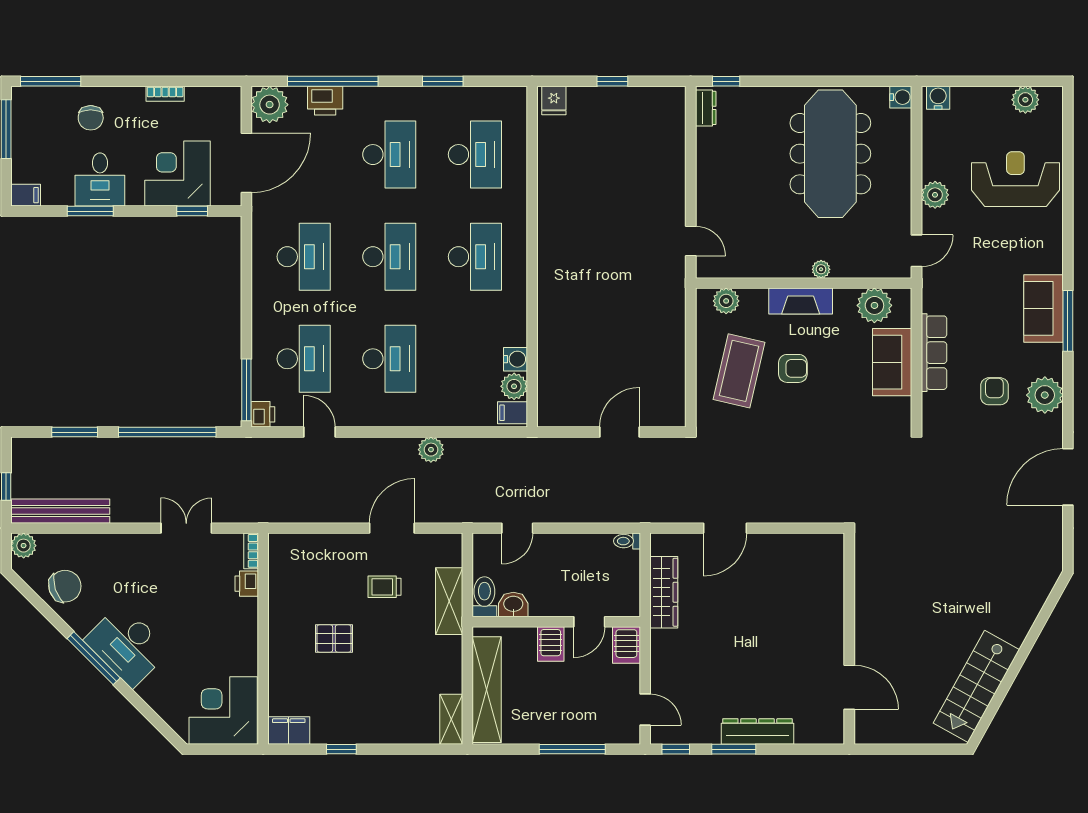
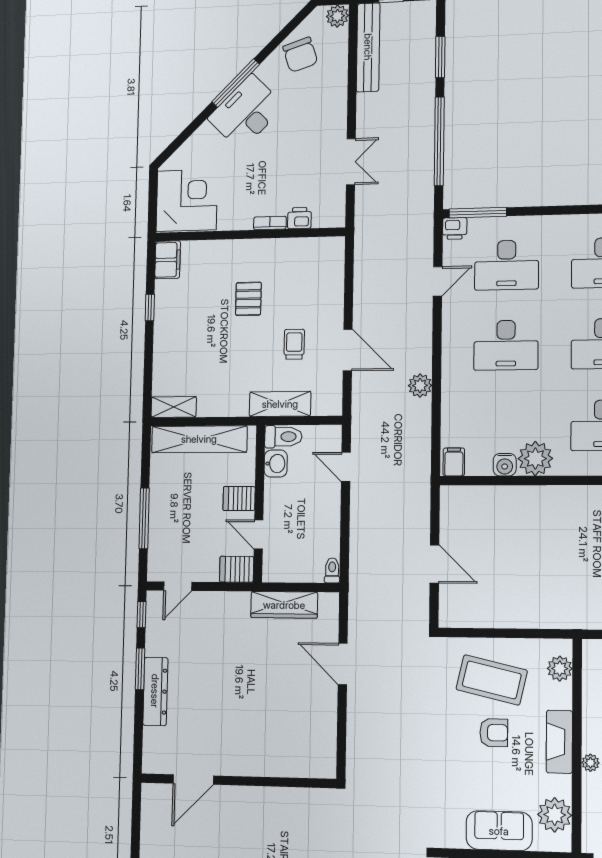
armchair: (793, 368) -> (494, 733), turned -90
plant: (514, 386) -> (535, 459), moved, width x1.36, depth x1.36
bookcase: (251, 551) -> (270, 223), moved

